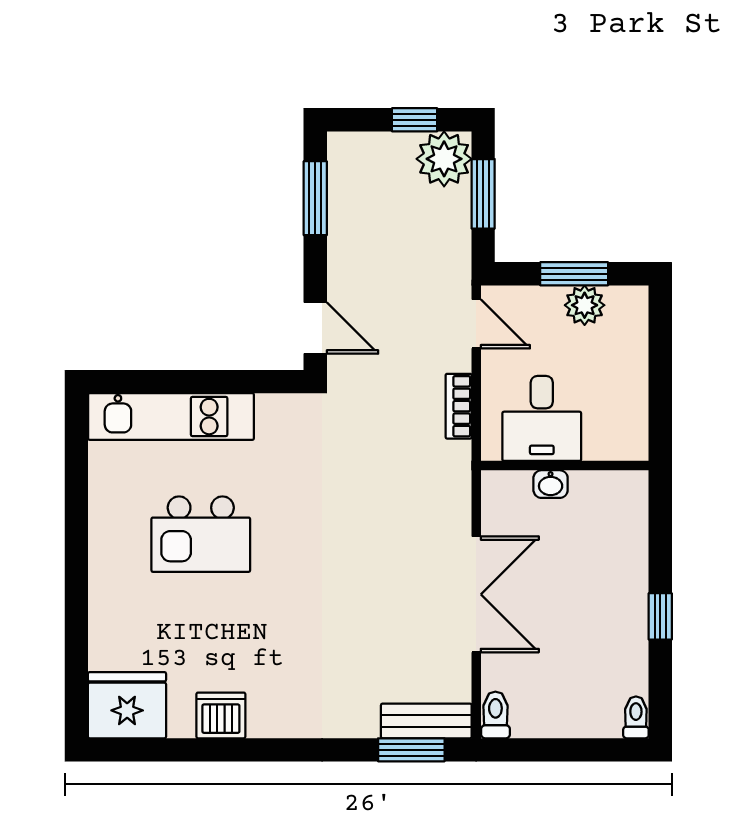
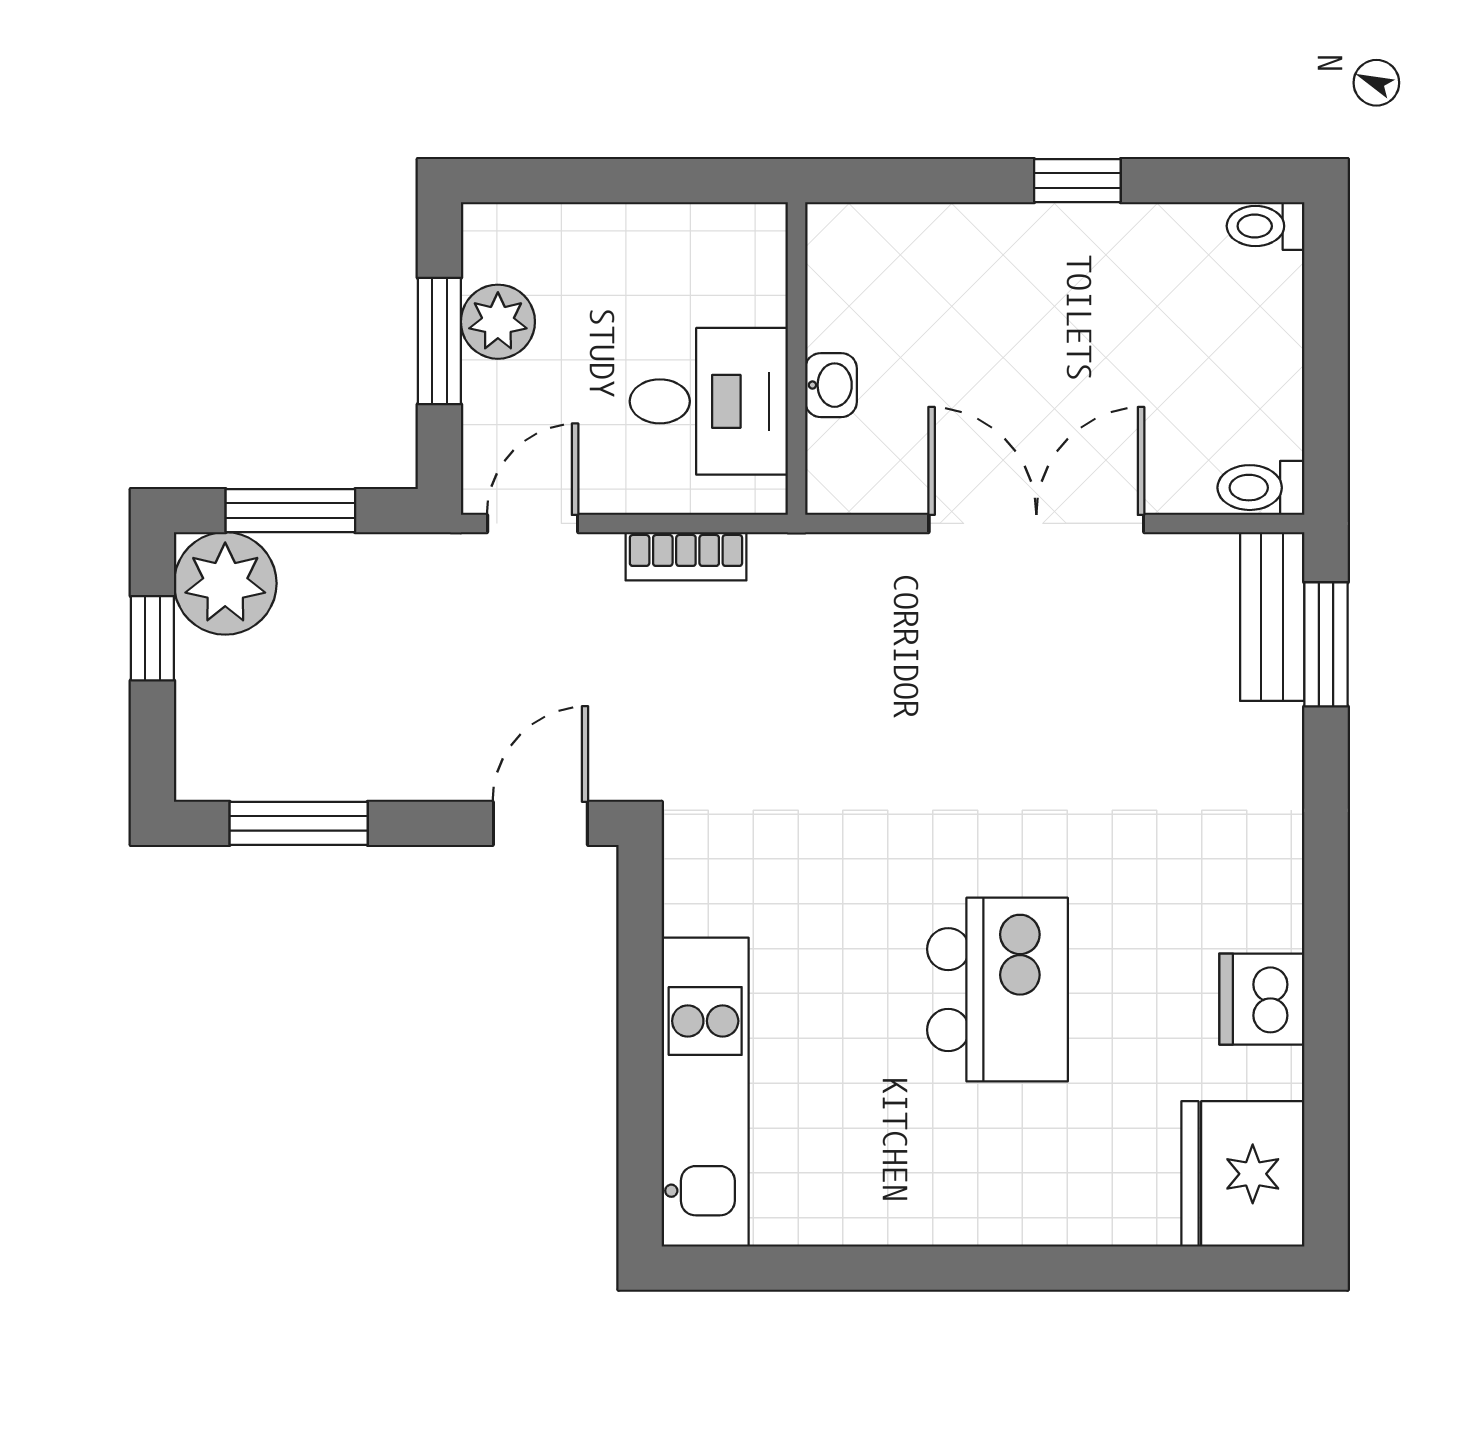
kitchen island: (201, 534) -> (997, 990), moved

